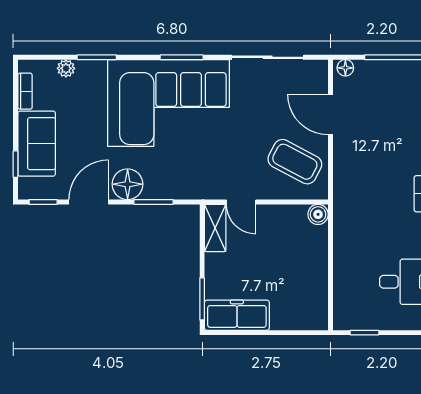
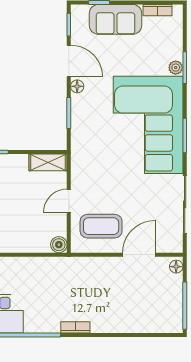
plant: (66, 68) -> (176, 68), moved
coffee table: (295, 162) -> (101, 226), turned 62
floor lamp: (128, 184) -> (77, 86), width x0.53, depth x0.53
door: (241, 202) -> (69, 201), moved

